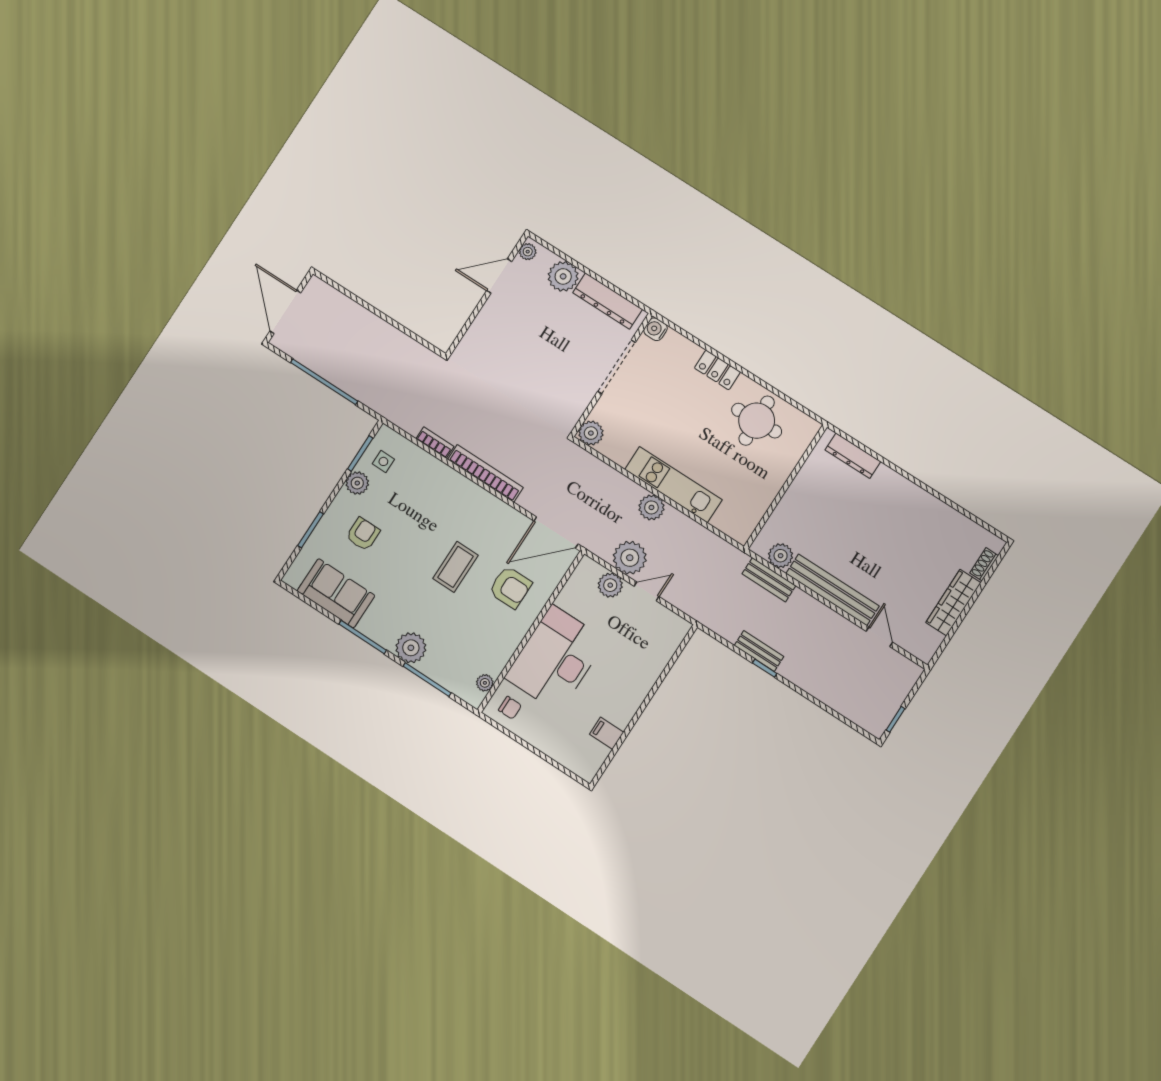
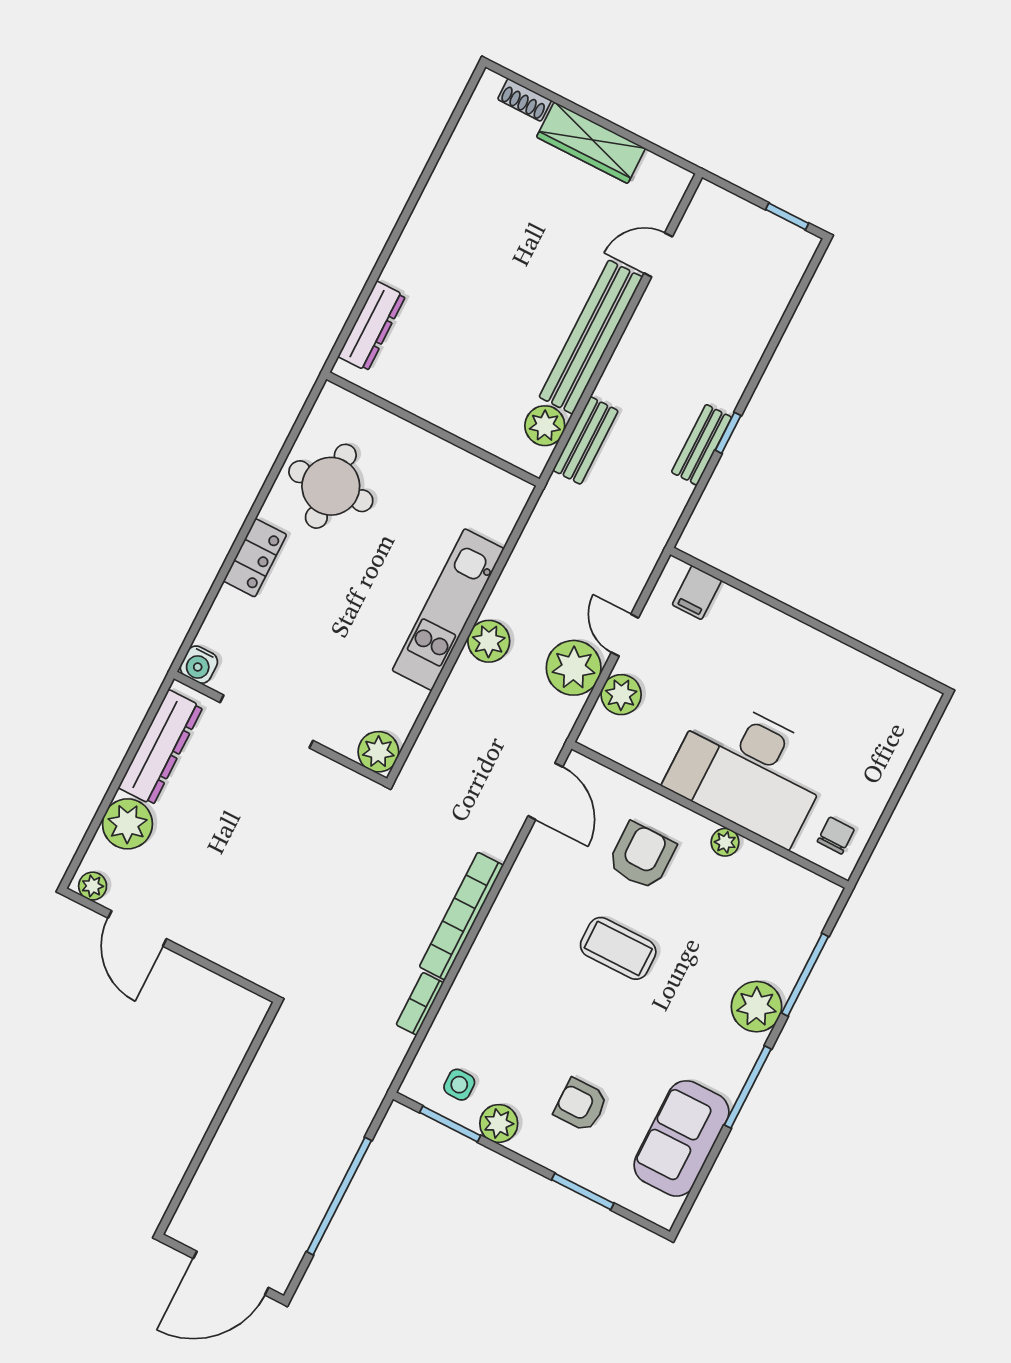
door: (556, 532) -> (545, 791), width x0.73
plant: (485, 683) -> (725, 842), moved
filing cabinet: (607, 733) -> (697, 593), moved

